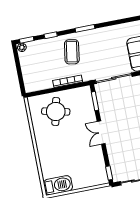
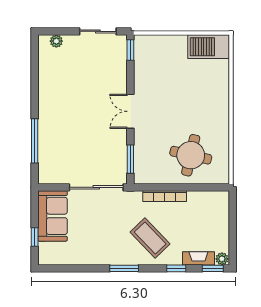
fireplace: (37, 45) -> (198, 258), added
coffee table: (72, 52) -> (150, 238), turned -53
double door: (101, 133) -> (130, 111), swing flipped

